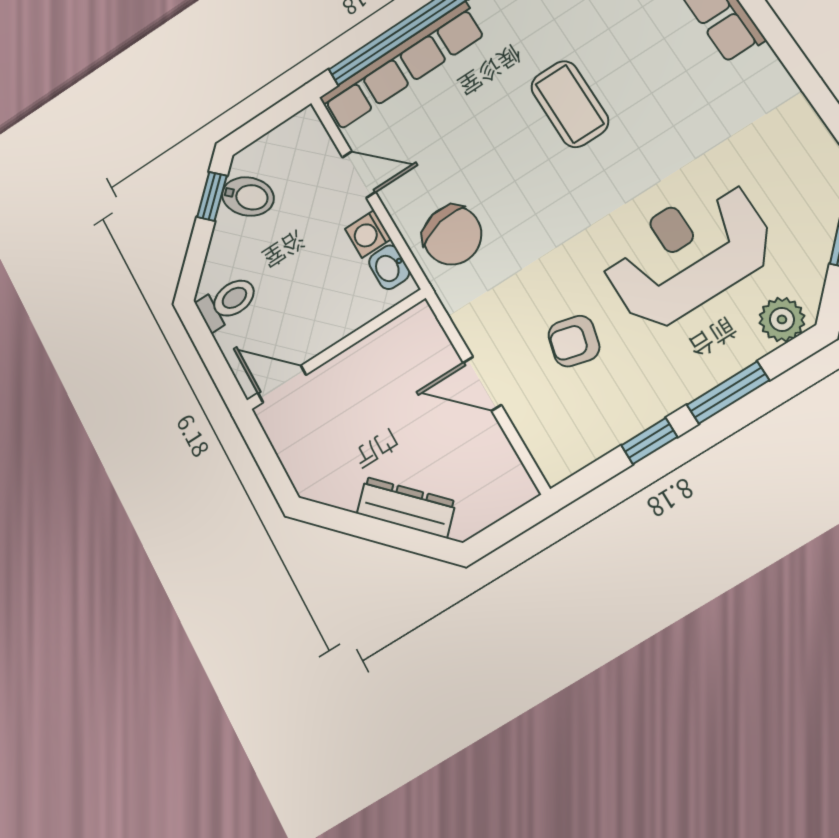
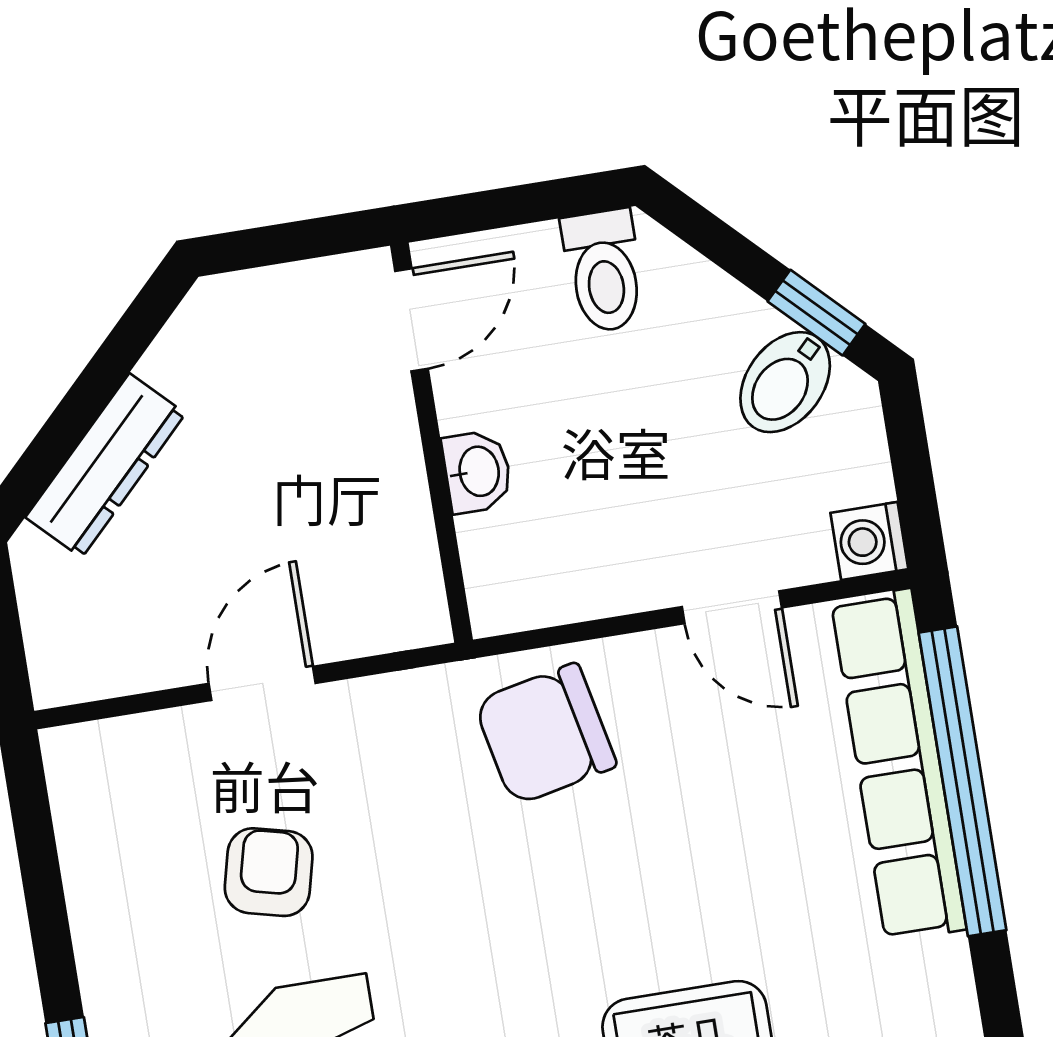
door: (359, 175) -> (732, 607), hinge flipped
washing machine: (368, 234) -> (869, 541), moved, turned -90
washbasin: (389, 267) -> (477, 472), moved, turned 90
window: (649, 441) -> (50, 929), removed

